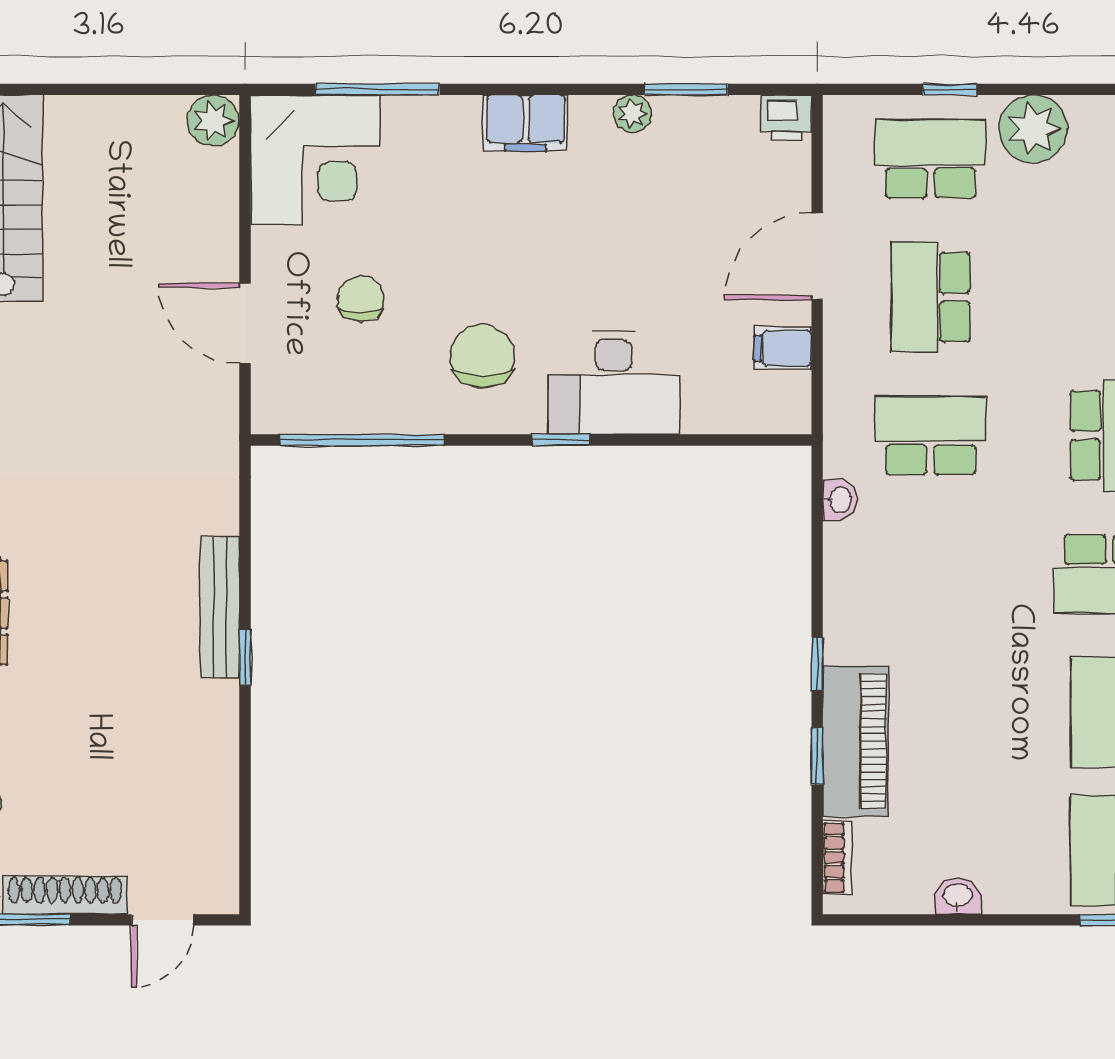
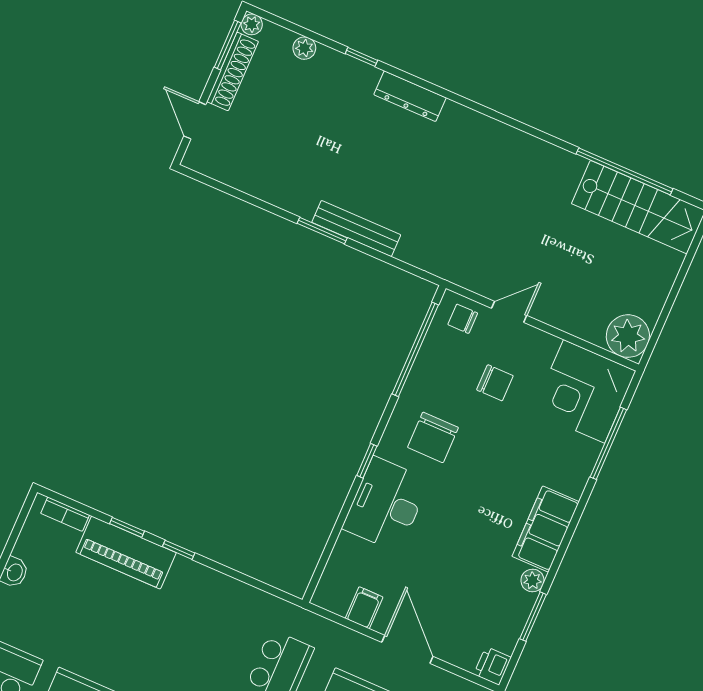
plant: (213, 121) -> (628, 336), width x1.36, depth x1.36
filing cabinet: (526, 123) -> (546, 529), width x1.50, depth x1.17
door: (245, 324) -> (509, 312), width x0.73
chair: (483, 356) -> (433, 437), turned 90
chair: (286, 389) -> (463, 319), added
washbasin: (839, 500) -> (265, 602), removed
window: (245, 657) -> (322, 231), width x1.50

